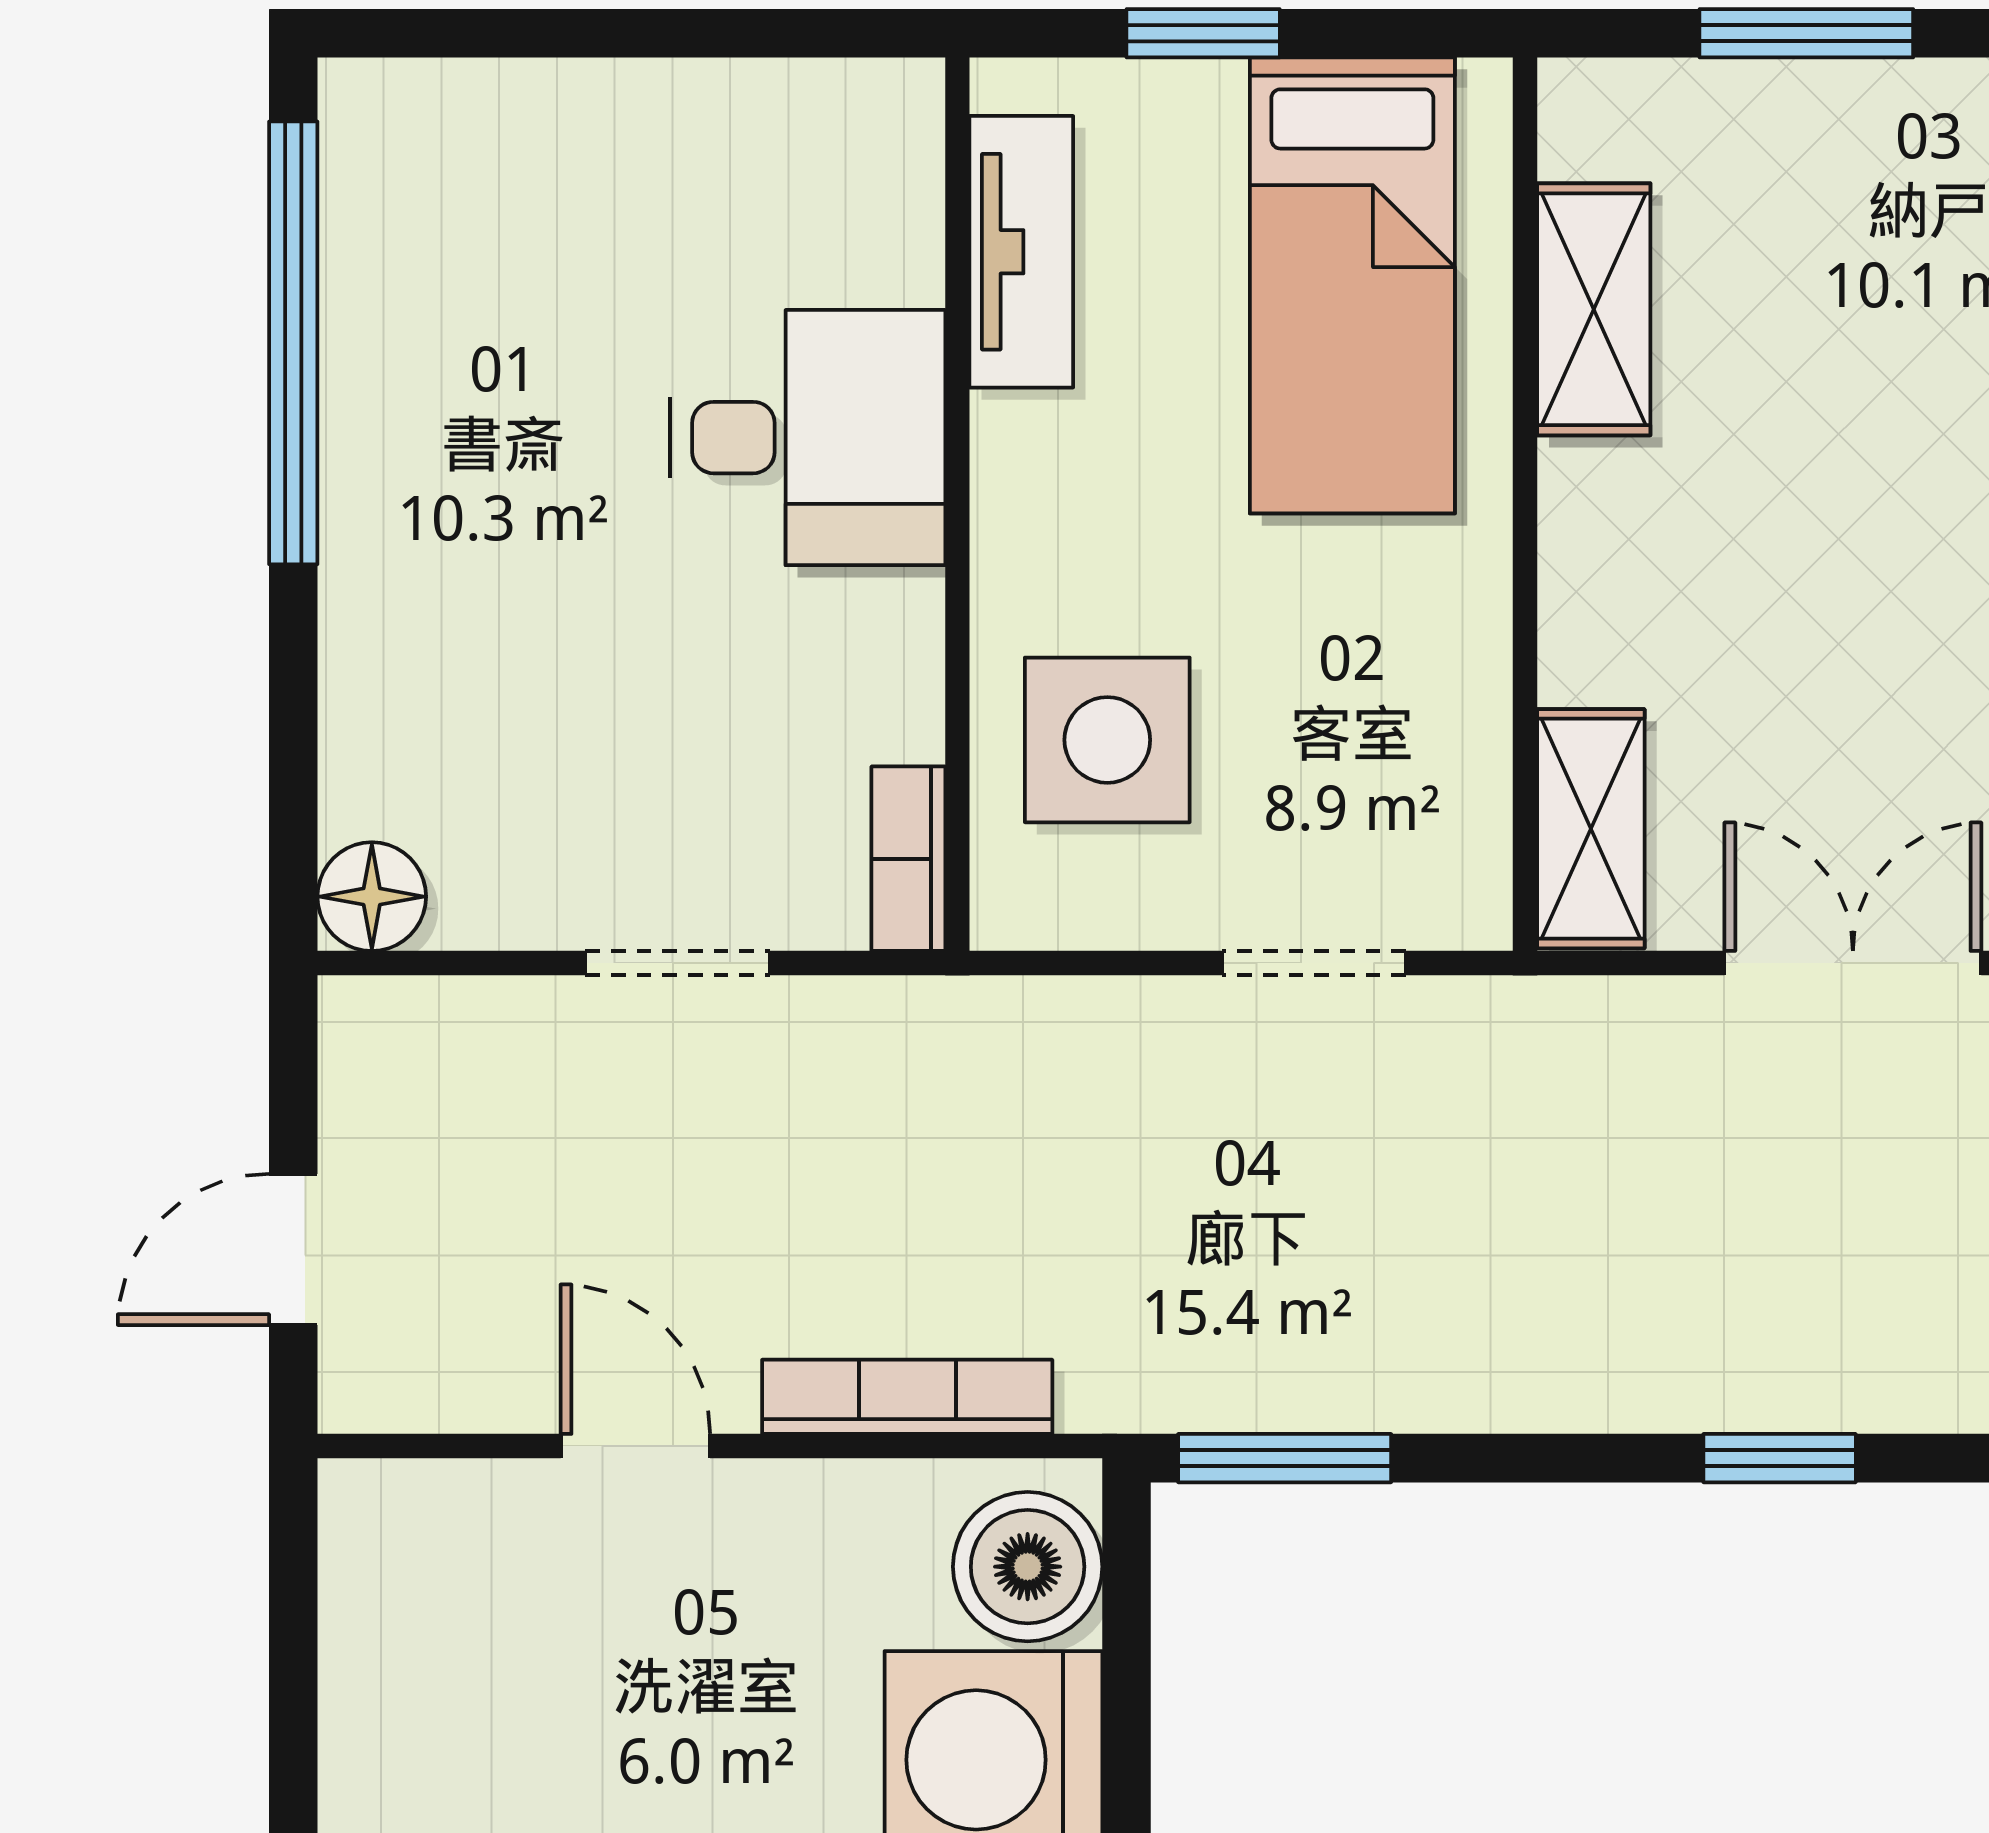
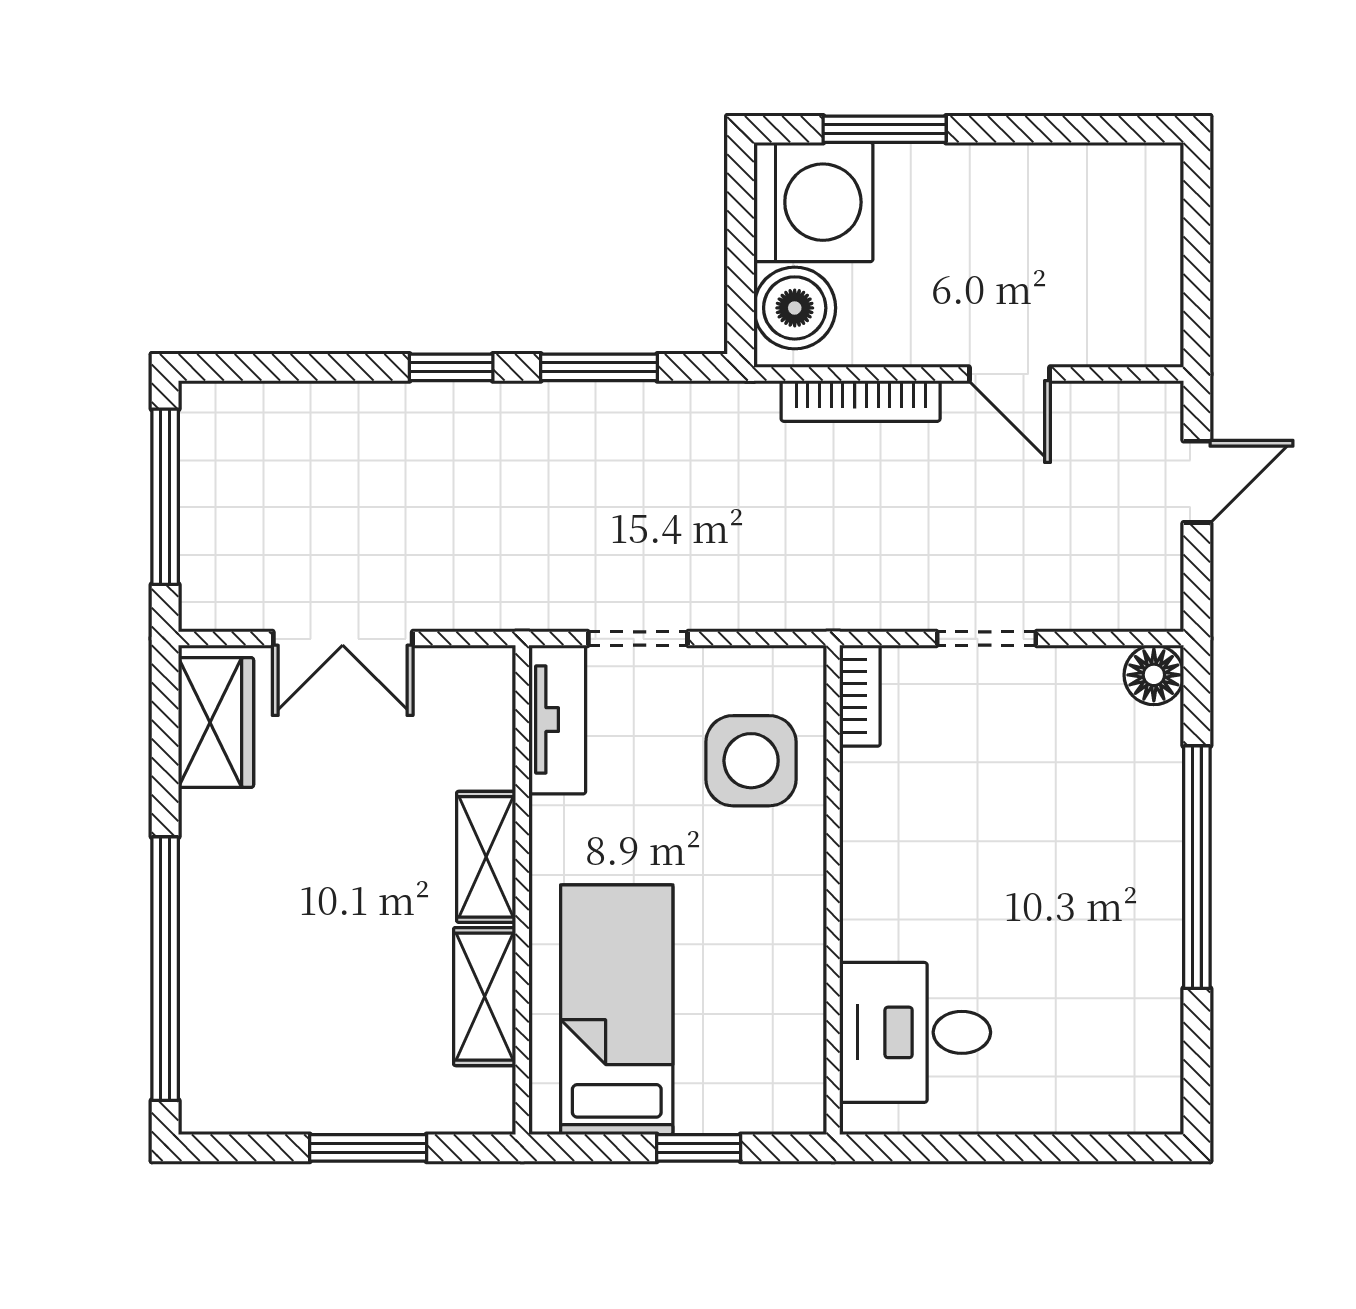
tv unit: (1021, 252) -> (557, 720), moved, turned 180
window: (293, 343) -> (1197, 867), moved
desk: (808, 438) -> (915, 1032), moved
shelving: (1591, 829) -> (486, 857), moved
window: (1285, 1458) -> (599, 367), moved
window: (1780, 1458) -> (451, 367), moved

